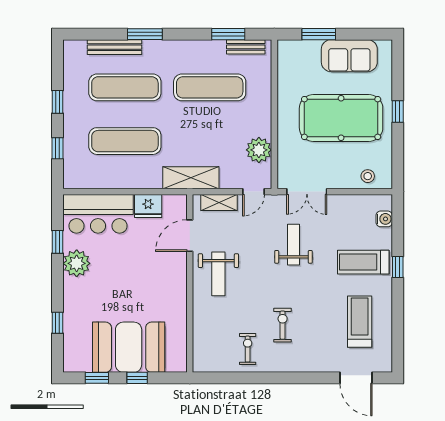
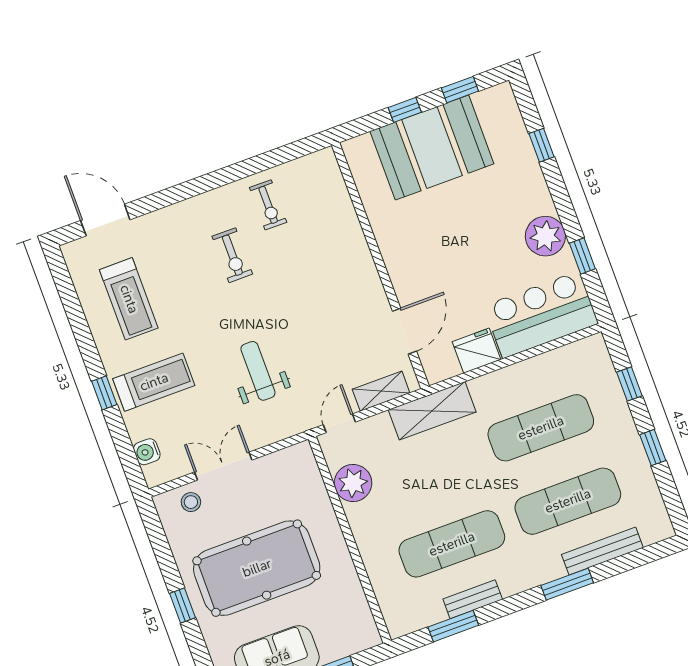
bench: (246, 47) -> (473, 599), moved
double door: (307, 192) -> (223, 466), moved
weight bench: (293, 245) -> (258, 371), turned 180
weight bench: (218, 274) -> (346, 293), removed

